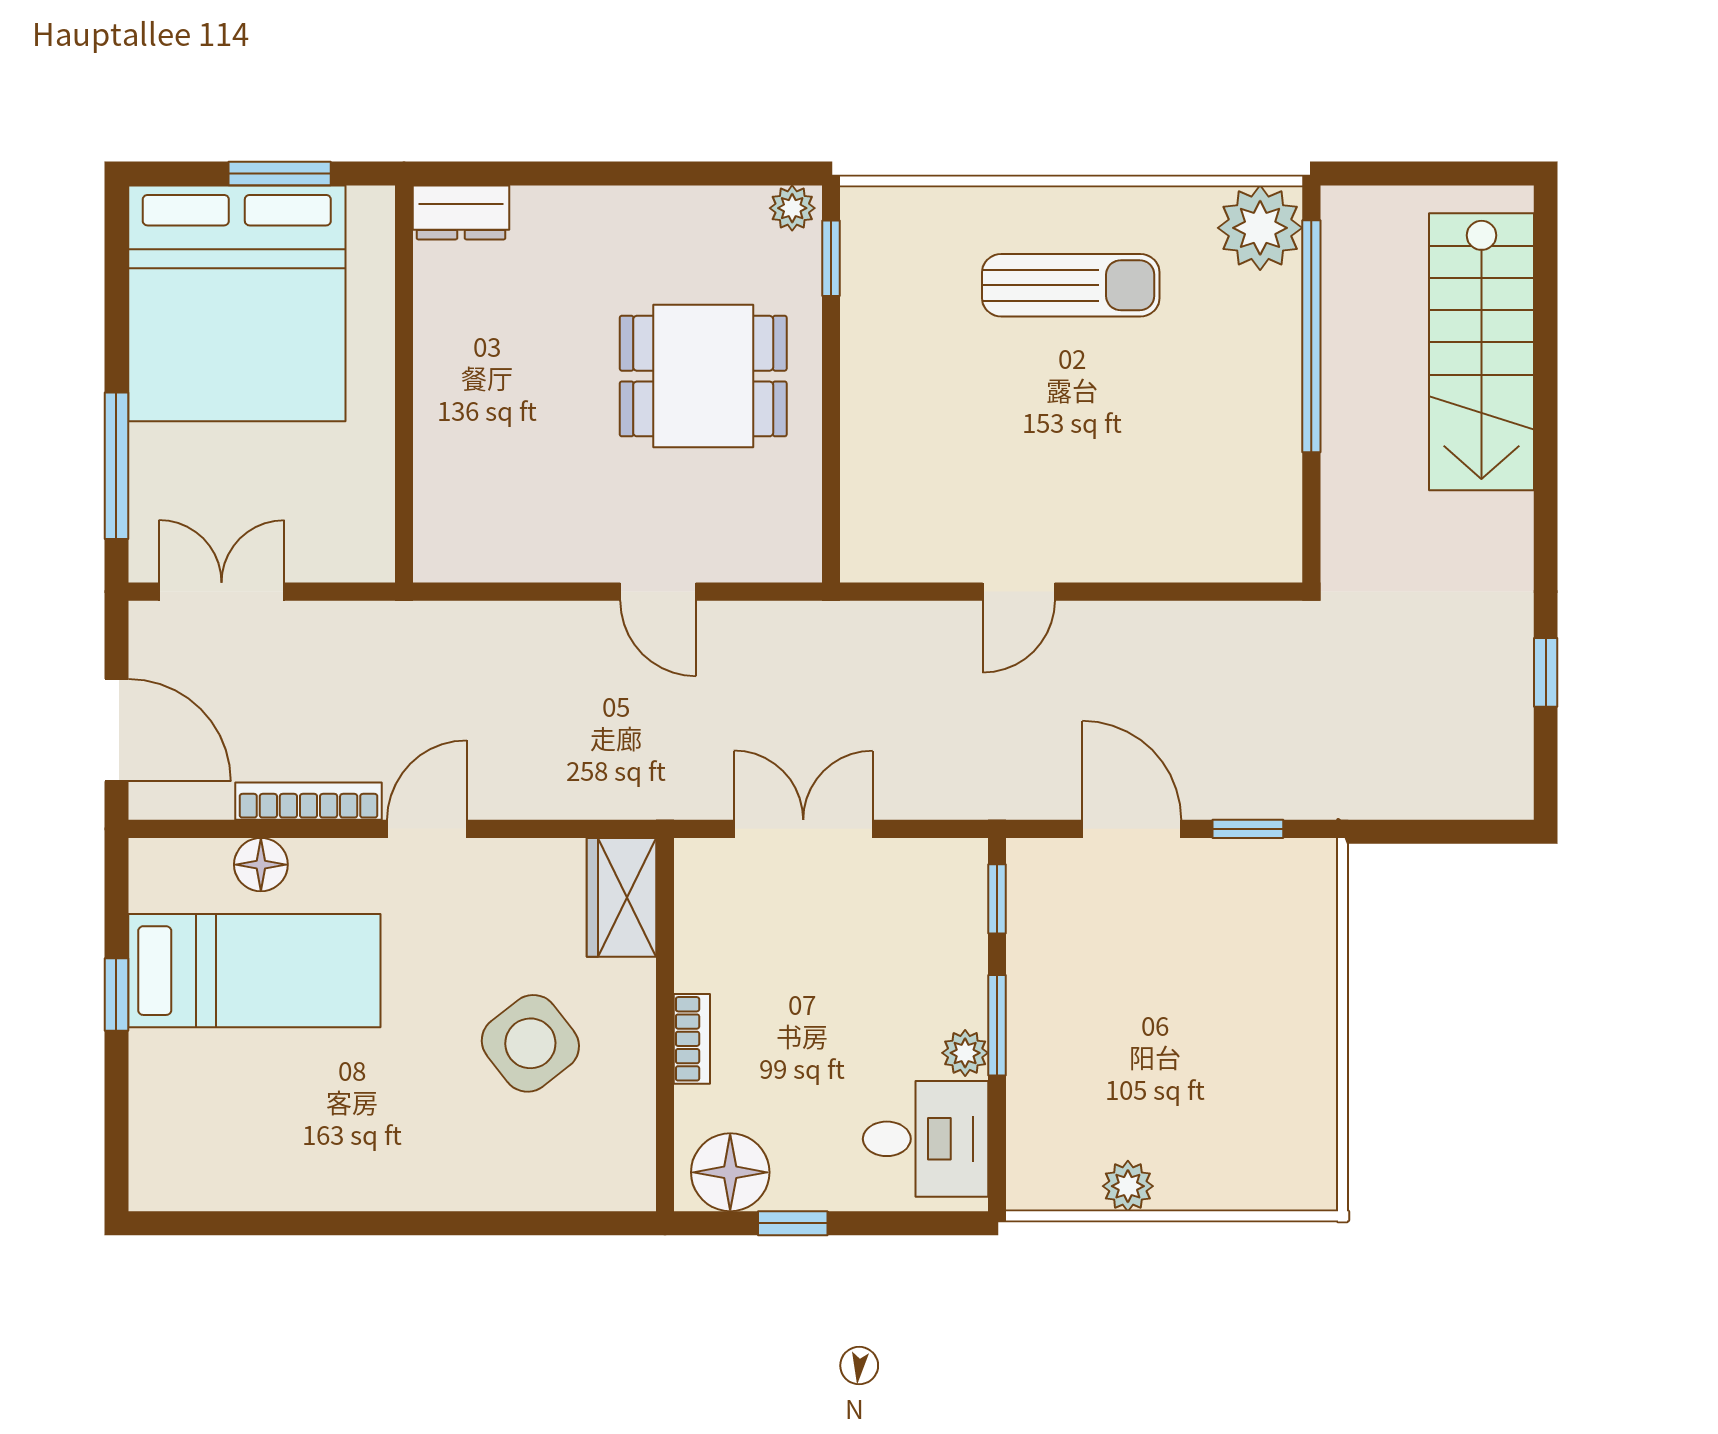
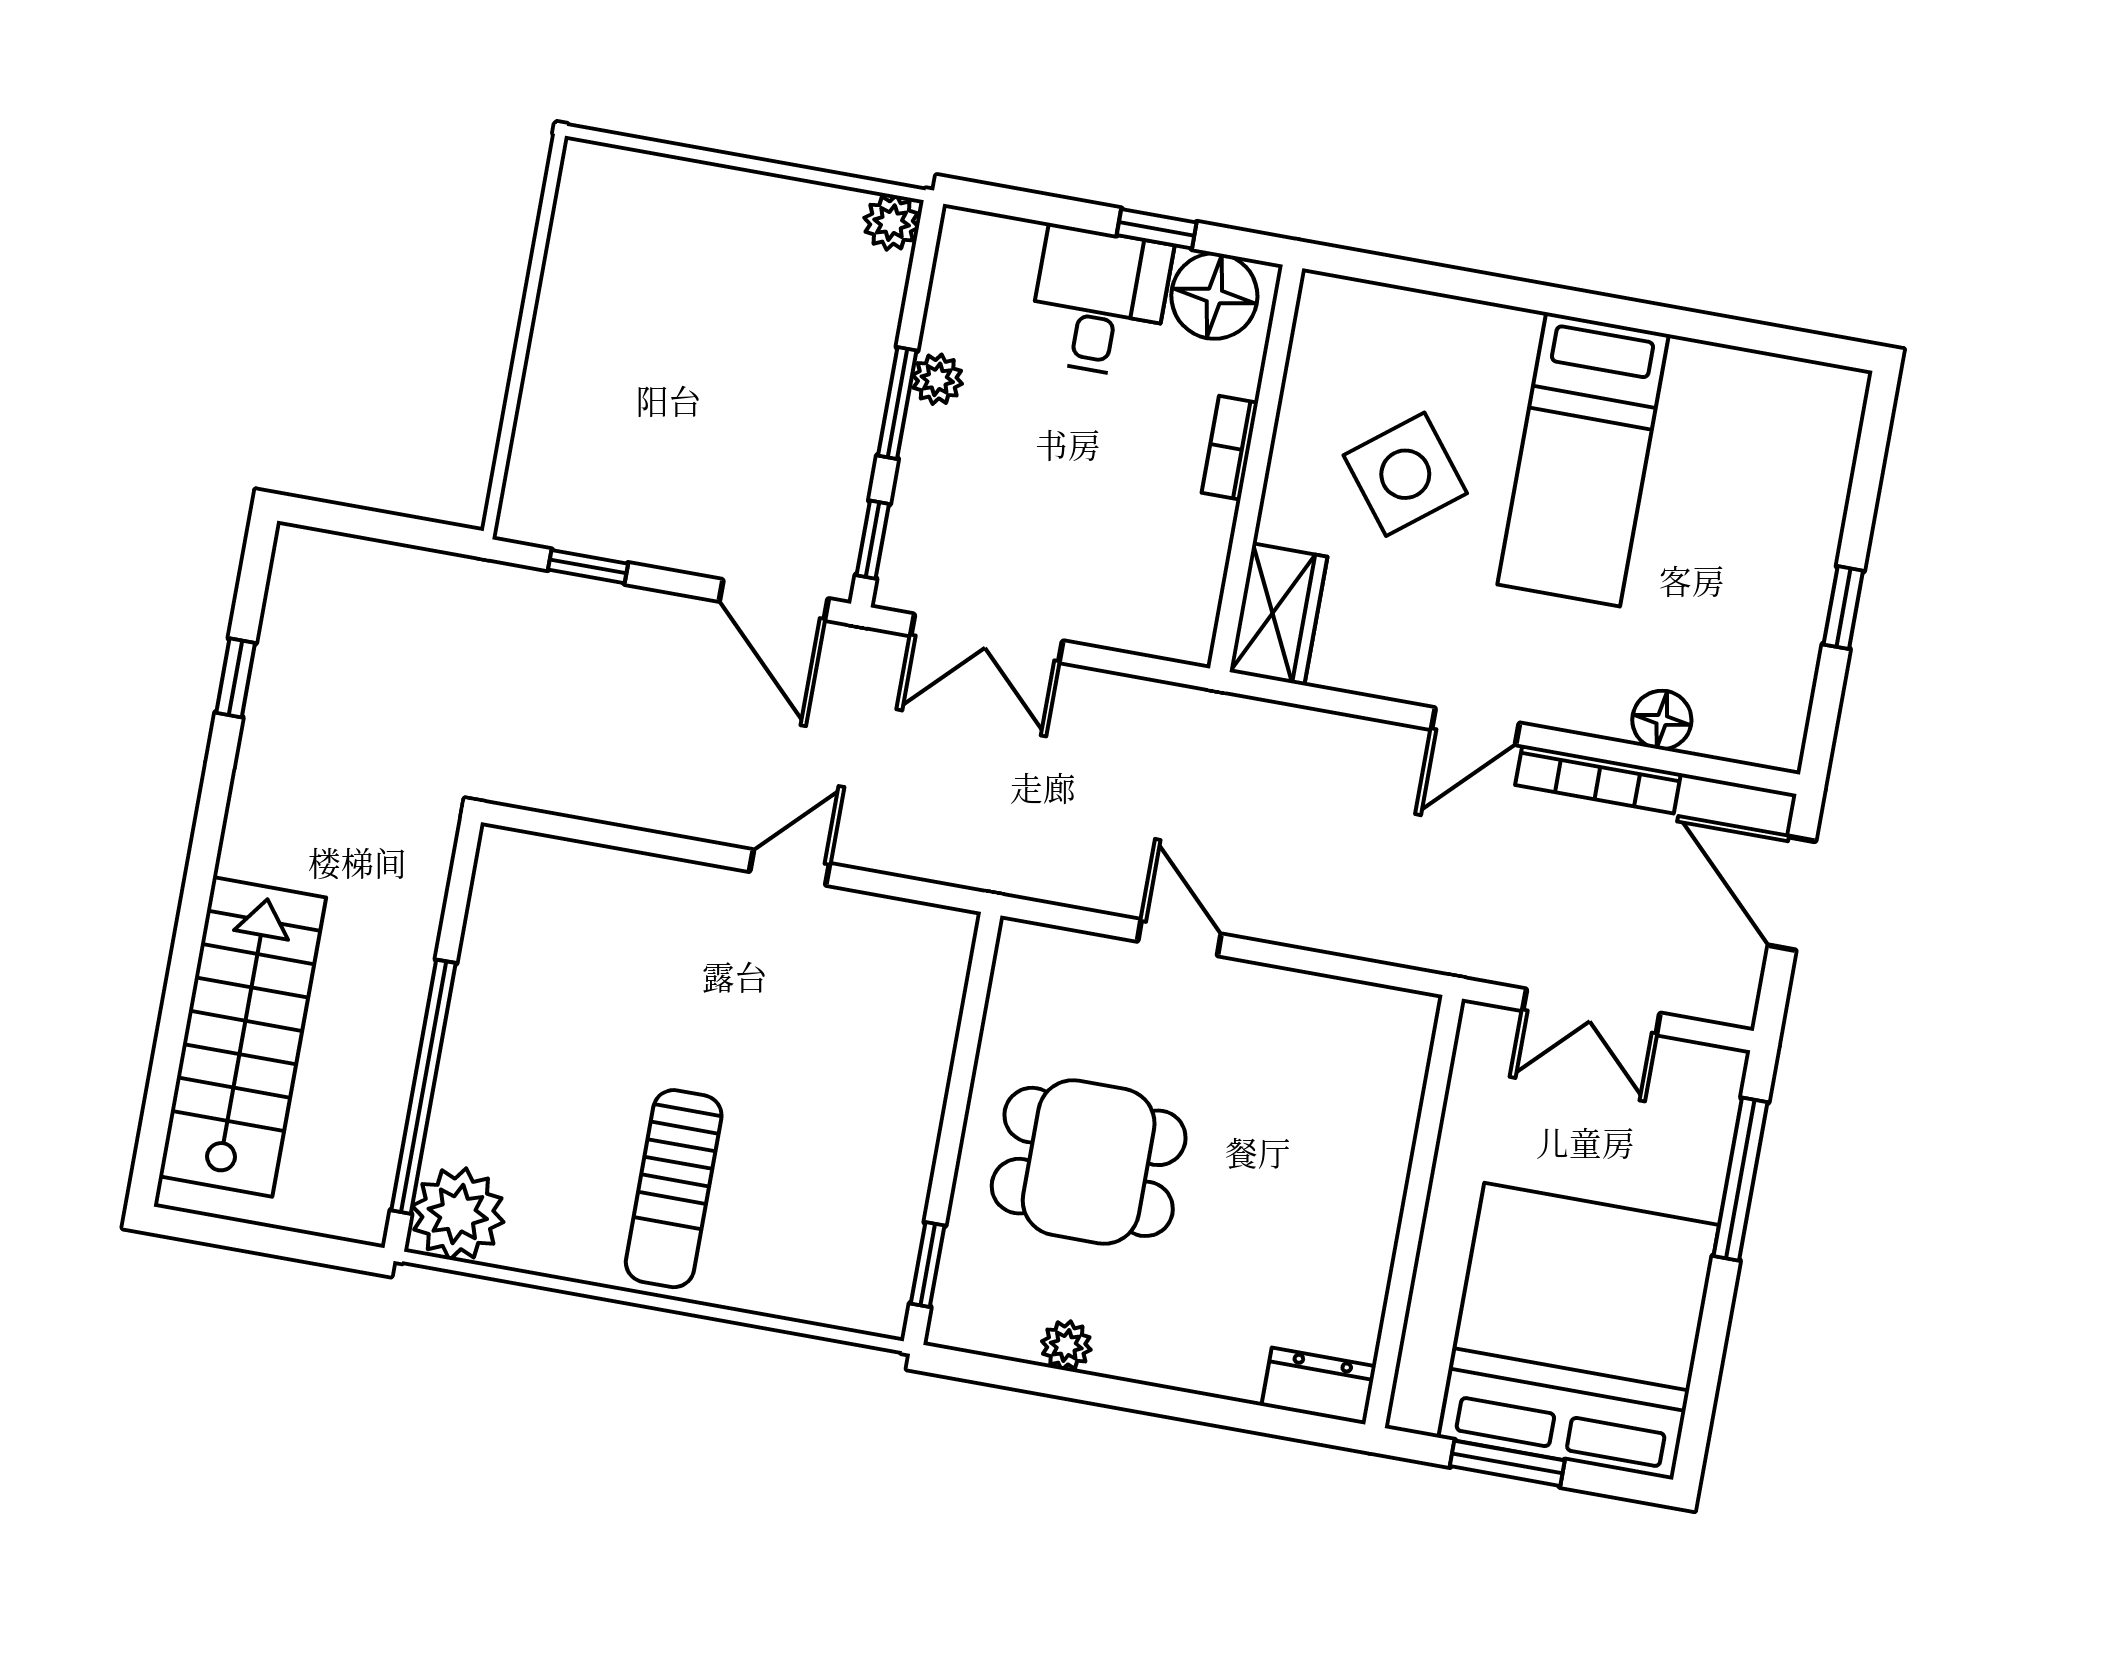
plant: (792, 208) -> (1066, 1345), moved
sun lounger: (1071, 285) -> (674, 1189), turned -90
double door: (222, 592) -> (1591, 1012), moved
double door: (803, 829) -> (987, 638), moved
door: (1132, 829) -> (774, 600), moved
bed: (254, 971) -> (1583, 459), moved, turned -90
desk: (926, 1139) -> (1100, 302), moved, turned 90
plant: (1128, 1186) -> (892, 223), moved

